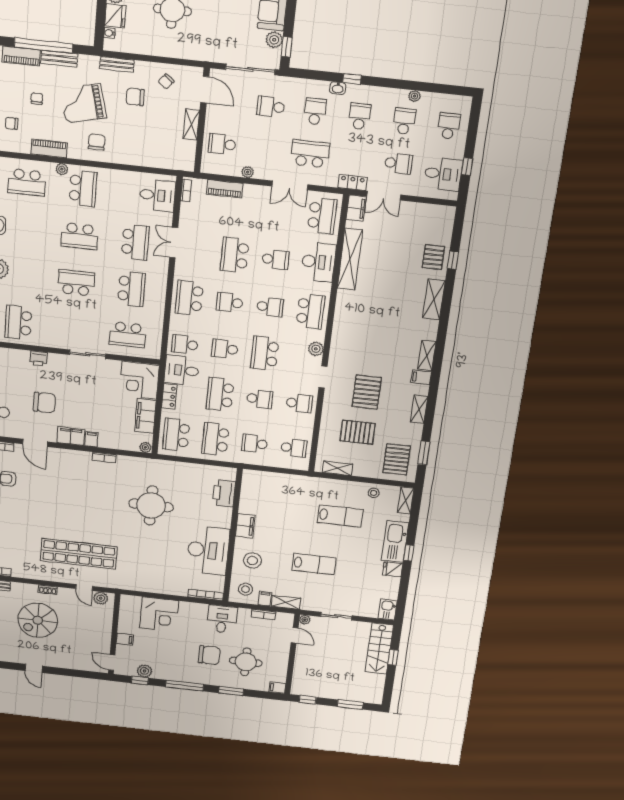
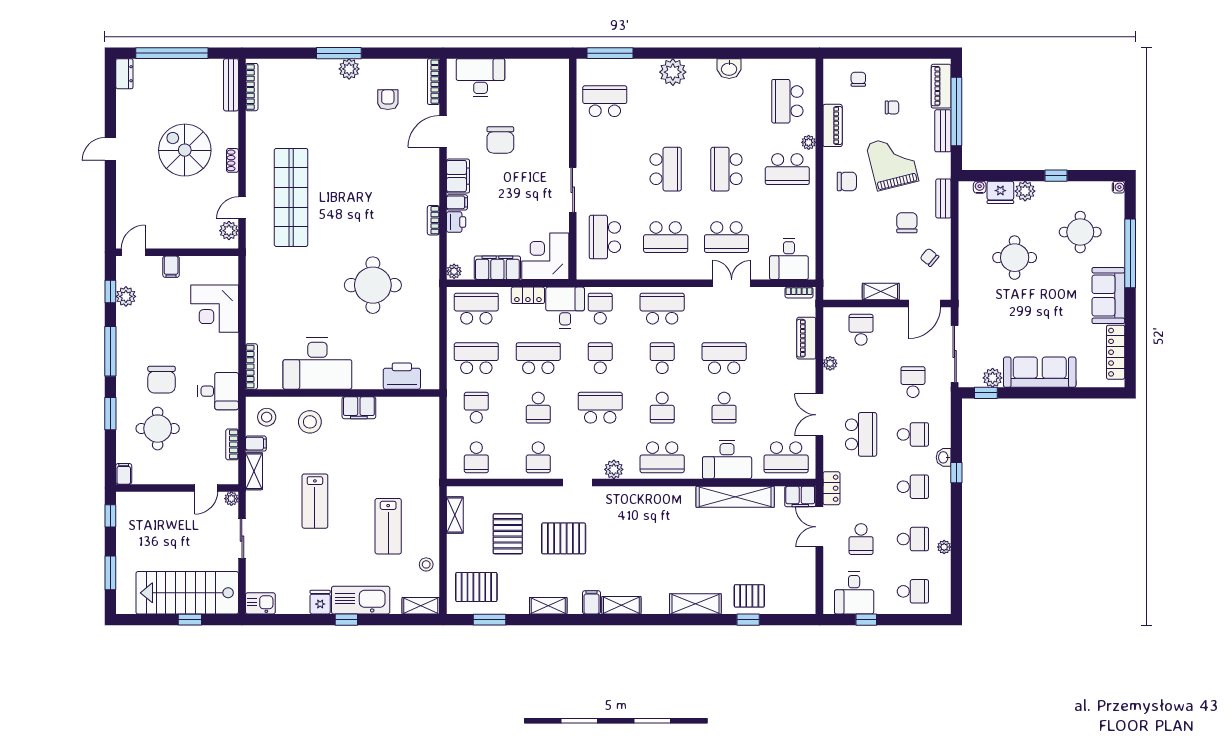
printer: (39, 358) -> (456, 222), moved, turned 180
stairs: (379, 649) -> (187, 593), width x1.36, depth x1.51

